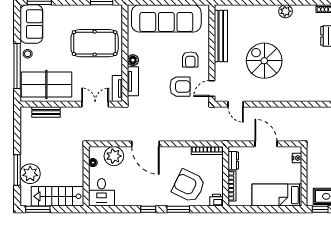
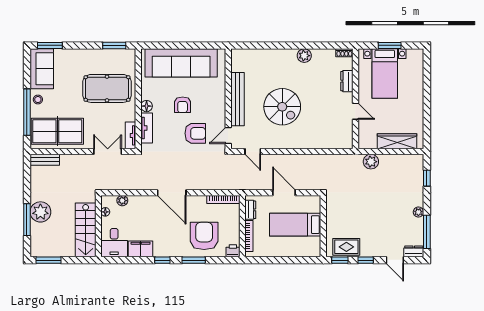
bench: (221, 36) -> (237, 99), moved
armchair: (190, 60) -> (183, 105), moved
spiral stairs: (264, 61) -> (282, 107), turned 180
bench: (46, 112) -> (45, 160), moved
door: (145, 144) -> (172, 193), moved
plant: (114, 156) -> (122, 201), width x0.53, depth x0.53
nightstand: (297, 158) -> (316, 207), removed
plant: (30, 174) -> (40, 212), moved
armchair: (189, 186) -> (204, 236), turned 64
bed: (277, 195) -> (295, 225), moved
stairs: (58, 196) -> (86, 230), moved, turned -90
filing cabinet: (127, 198) -> (141, 249), added

